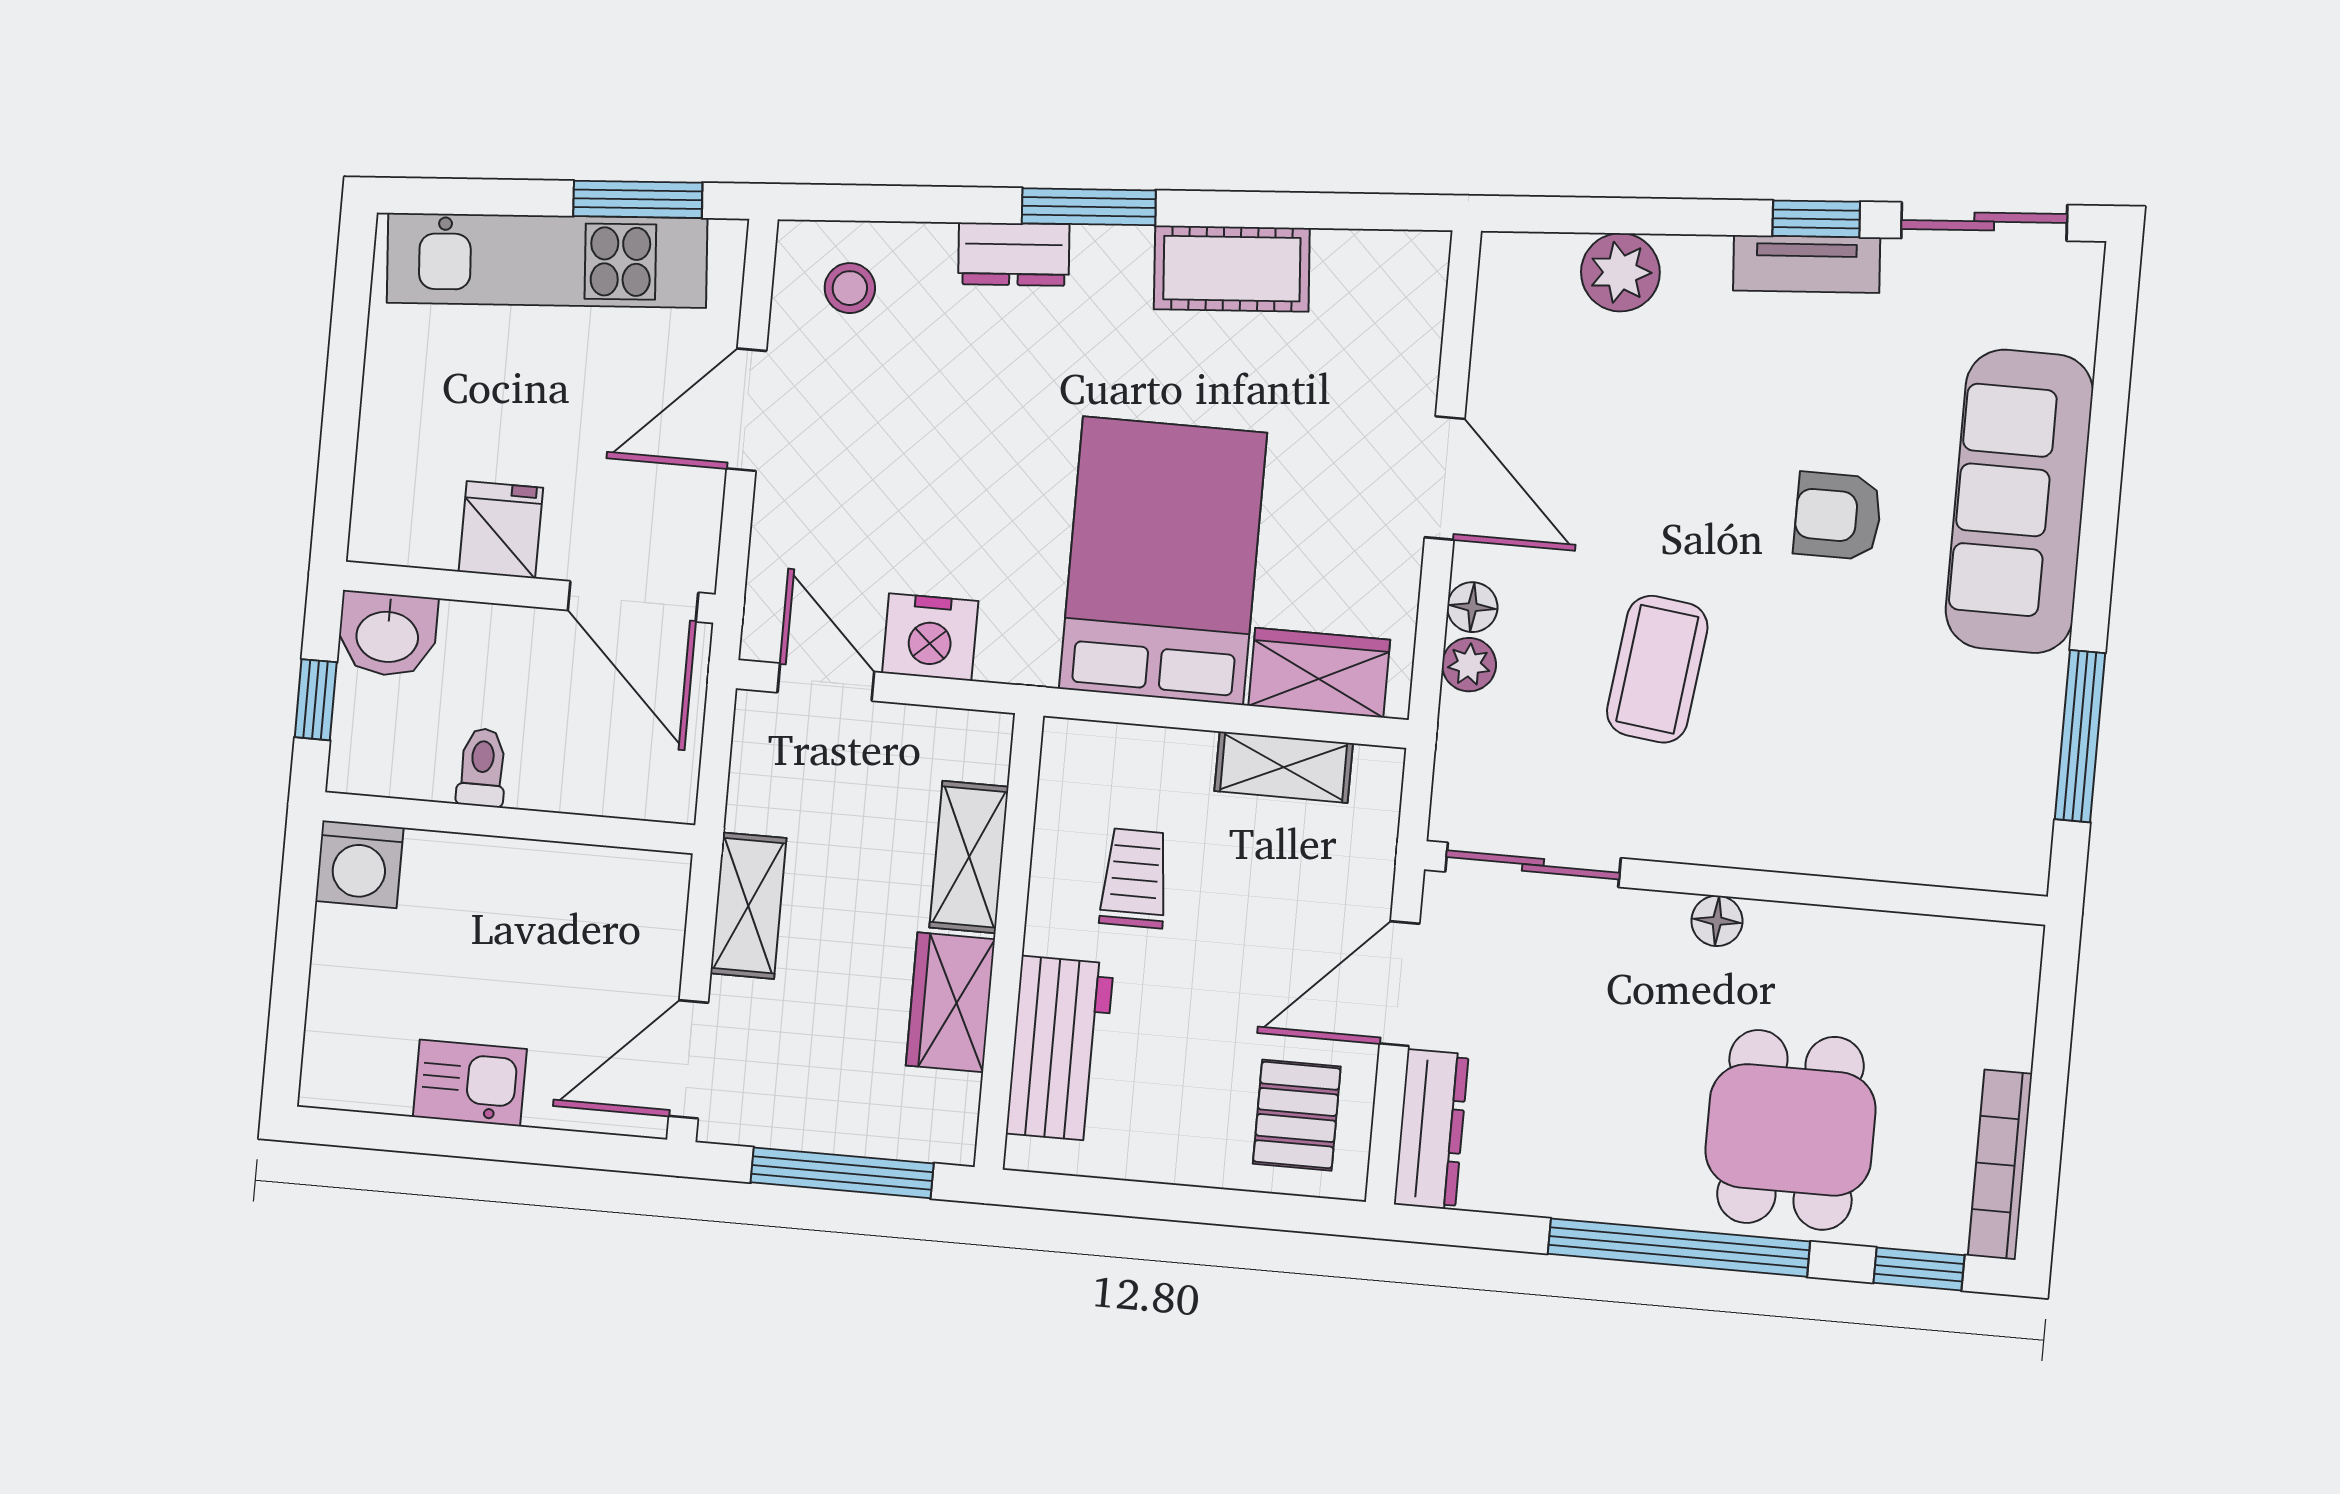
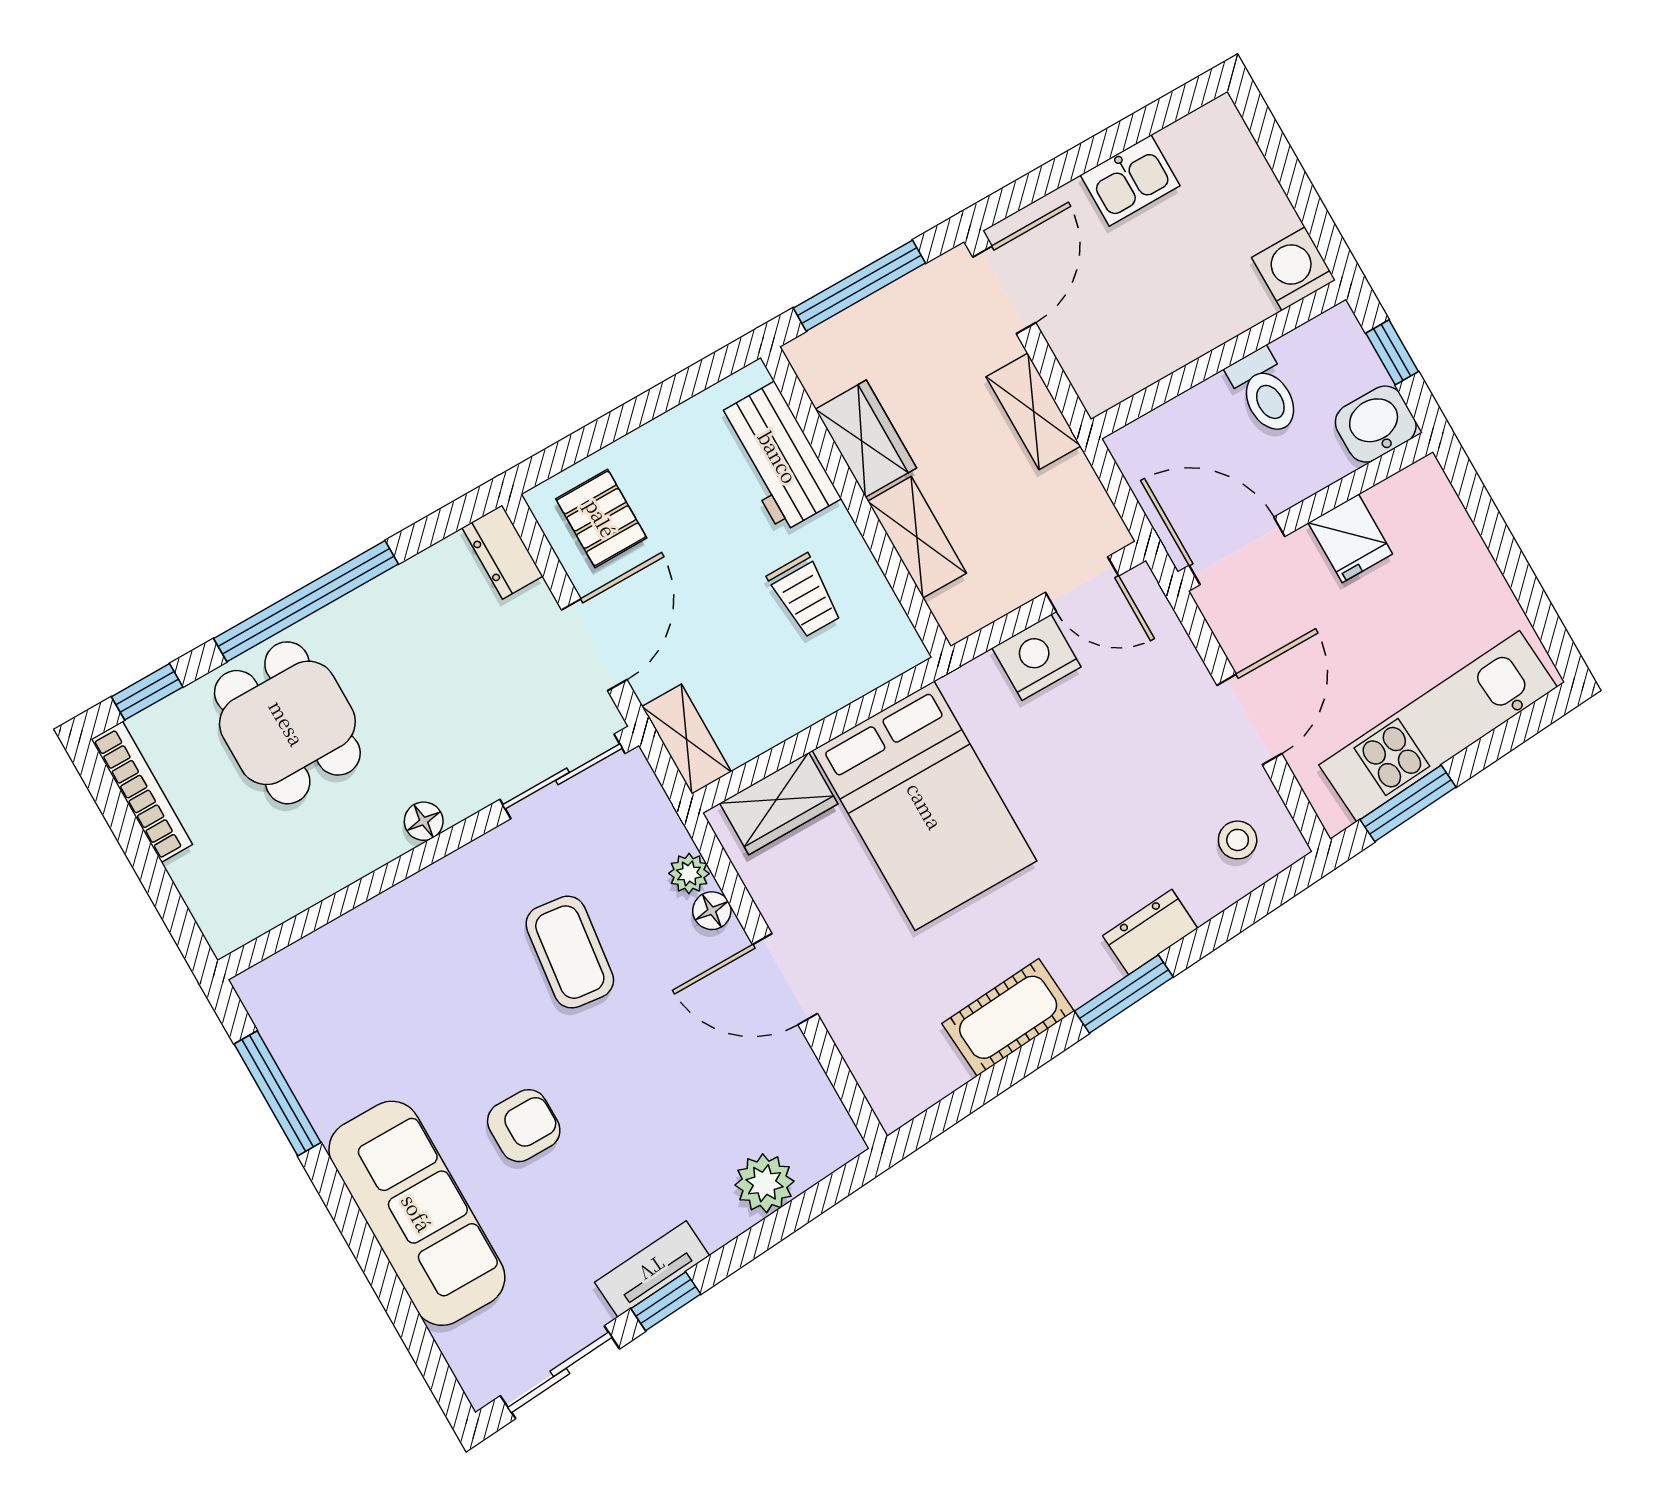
toilet: (482, 767) -> (1265, 392), width x1.37, depth x1.39
shelving: (1284, 767) -> (687, 739), moved, turned 90
dresser: (1431, 1129) -> (502, 552), width x0.70

